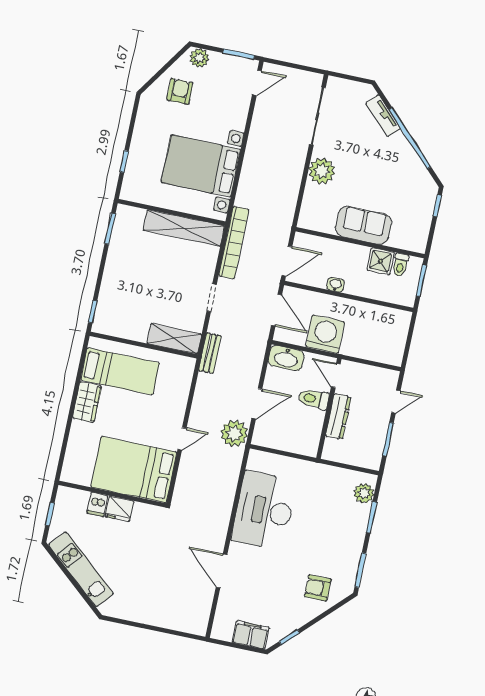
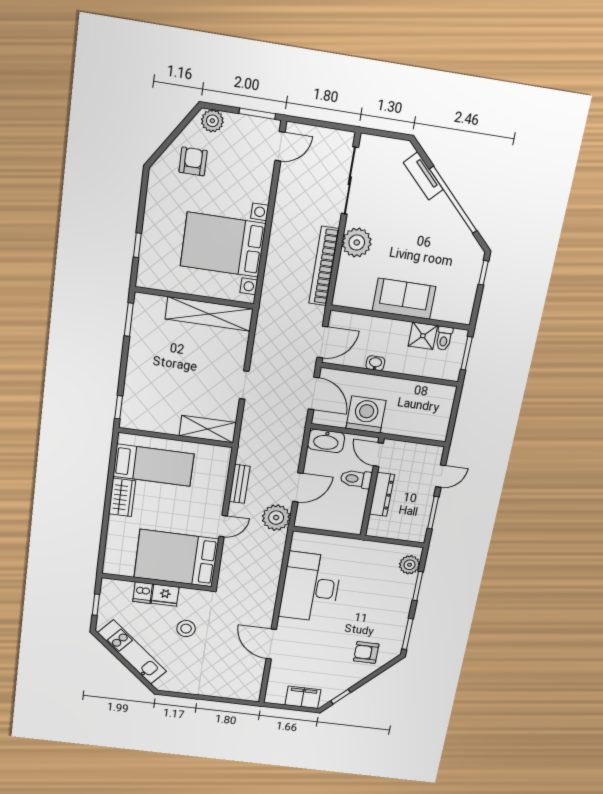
bookcase: (234, 243) -> (324, 266), moved, turned 180
bench: (210, 353) -> (239, 484), moved
stool: (137, 547) -> (186, 629), added

